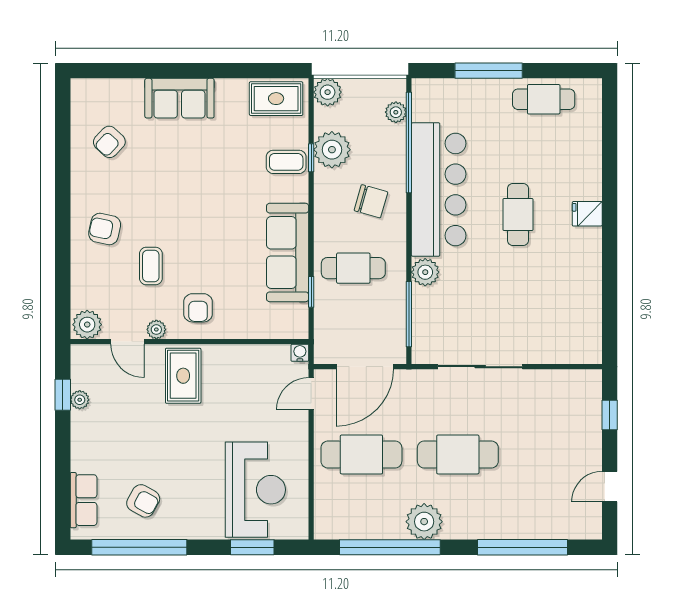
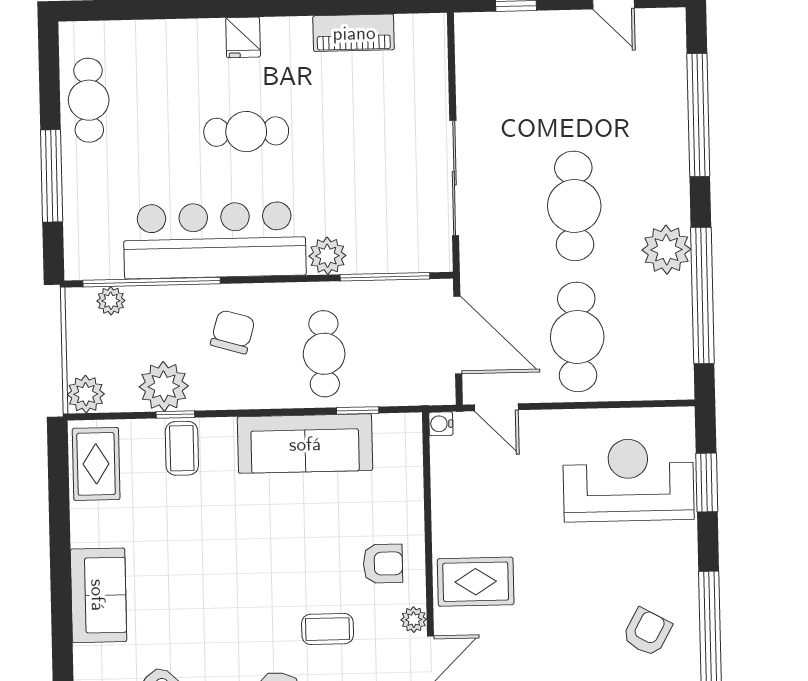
piano: (589, 295) -> (354, 33), added

